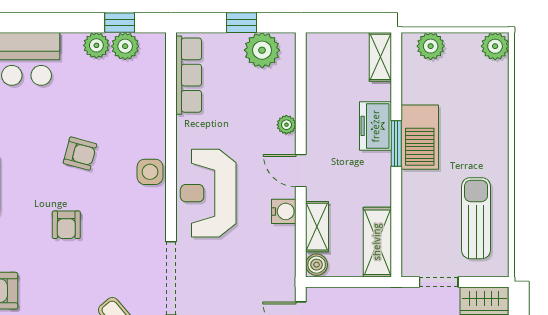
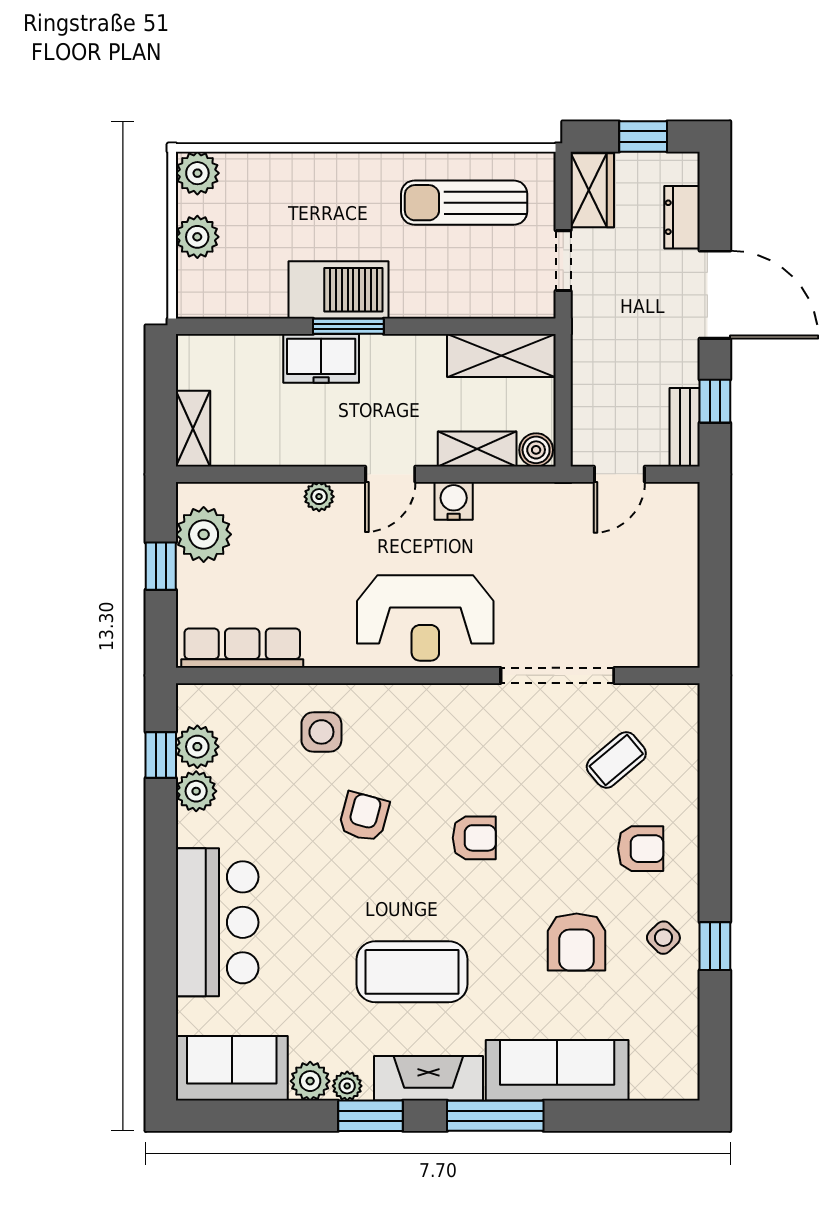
plant: (431, 46) -> (197, 237), moved
shelving: (380, 57) -> (193, 429), moved, turned 90
side table: (150, 172) -> (321, 732), moved

